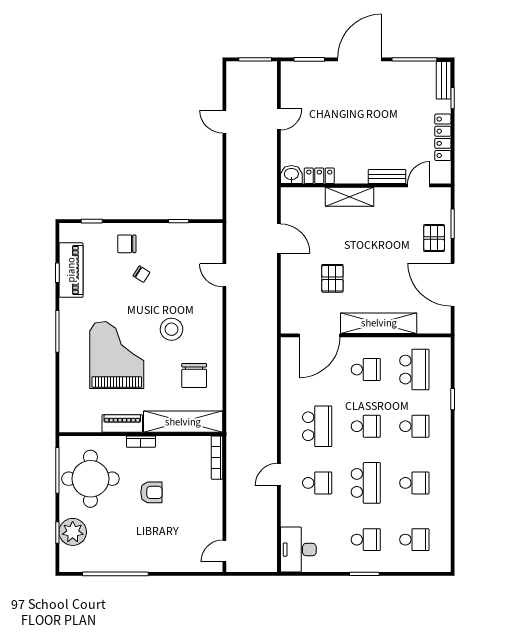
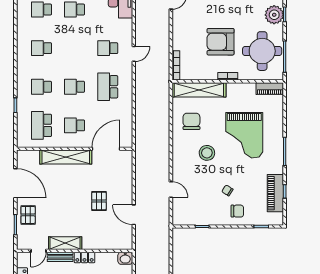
locker: (319, 176) -> (84, 257), moved
shelving: (350, 197) -> (65, 243), moved
pallet: (332, 278) -> (99, 201), moved
piano: (122, 423) -> (270, 89), moved
school desk: (366, 483) -> (75, 48), removed
armchair: (151, 492) -> (221, 42), width x1.88, depth x1.88

